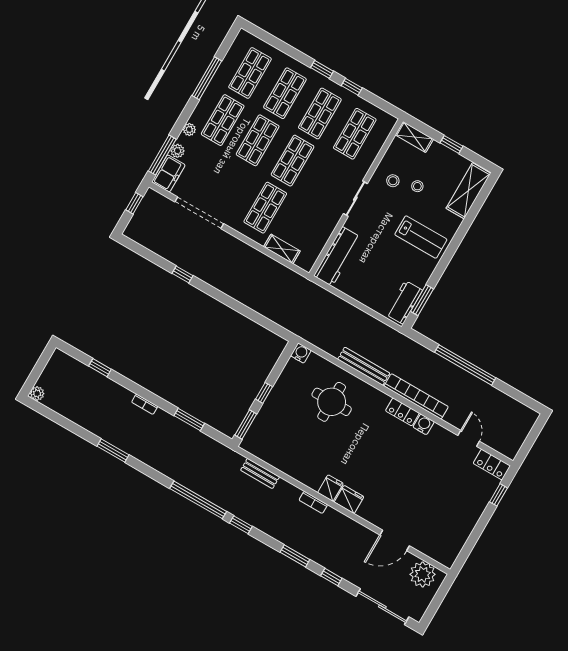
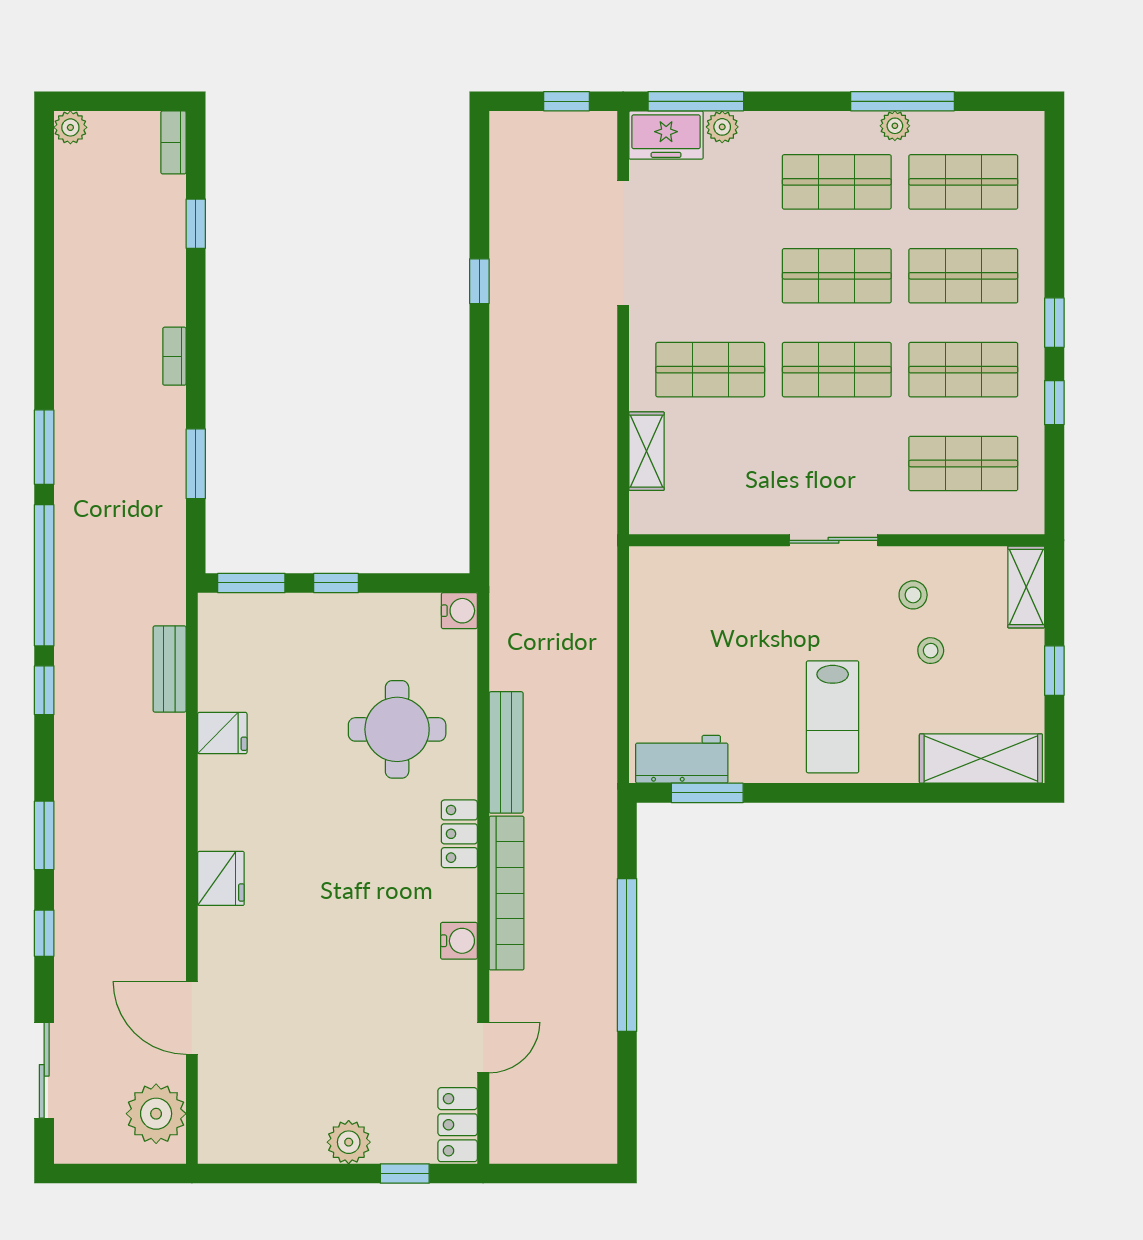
plant: (189, 130) -> (895, 126), moved
workbench: (337, 256) -> (696, 571), removed
locker: (402, 412) -> (459, 834), moved
window: (113, 451) -> (44, 447), moved
fridge: (330, 488) -> (222, 733), moved
bookcase: (313, 502) -> (173, 142), moved
plant: (475, 509) -> (349, 1142), added
sliding door: (382, 607) -> (44, 1070), width x0.73

